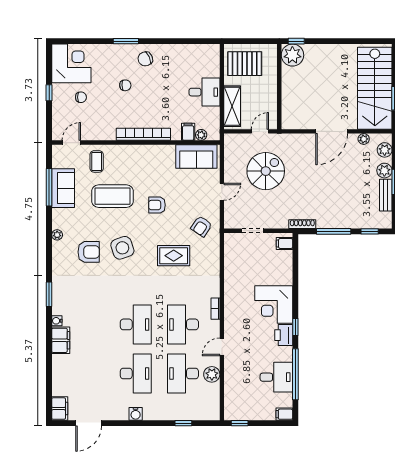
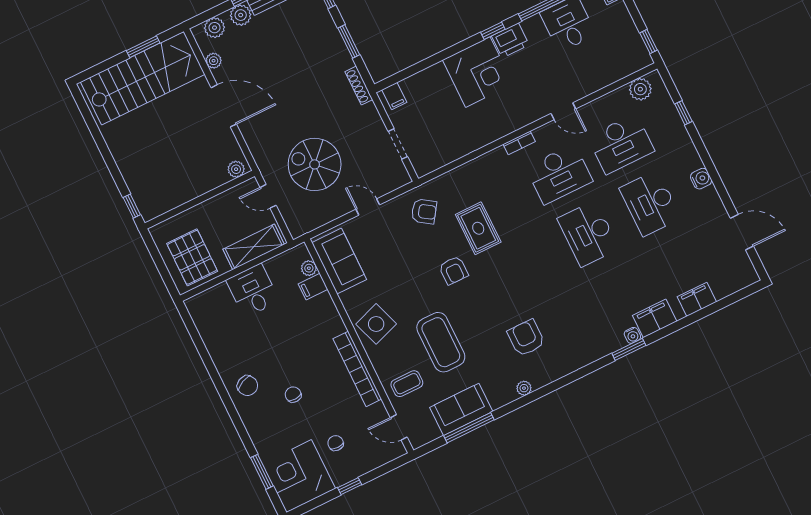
window: (126, 41) -> (262, 472), moved
plant: (292, 55) -> (236, 169), moved, width x0.53, depth x0.53
bookcase: (143, 134) -> (357, 369), moved
armchair: (157, 205) -> (454, 270), moved
window: (334, 231) -> (349, 41), width x0.69
side table: (122, 248) -> (376, 324), moved
window: (49, 294) -> (629, 349), moved
desk: (136, 324) -> (588, 234), turned -90
desk: (136, 374) -> (650, 203), turned -90
plant: (212, 374) -> (640, 89), moved
filing cabinet: (60, 409) -> (697, 299), moved

